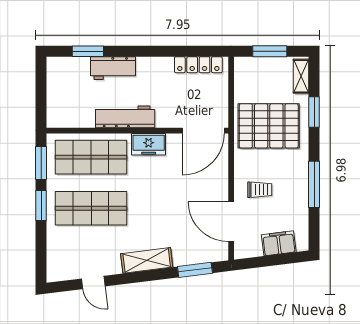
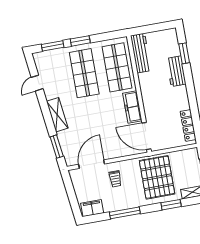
workbench: (125, 117) -> (141, 53), moved
freezer: (149, 144) -> (132, 107), width x1.40
window: (41, 163) -> (53, 46), moved
filing cabinet: (279, 243) -> (92, 208), moved, turned -83

